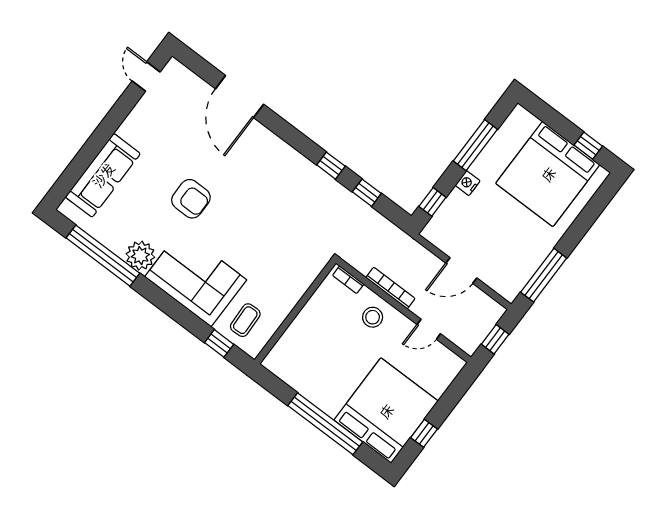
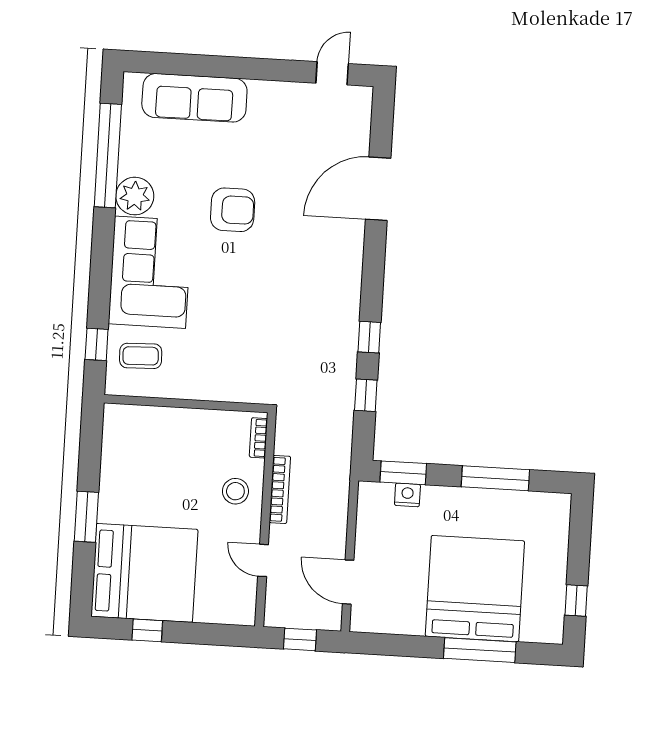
bed: (548, 174) -> (475, 589), moved, turned 90
nightstand: (468, 183) -> (407, 495), moved
armchair: (191, 199) -> (233, 210), turned -90
window: (432, 202) -> (403, 473), width x1.50
door: (461, 270) -> (348, 582), moved
window: (544, 275) -> (480, 650), moved
window: (325, 424) -> (86, 517), width x0.47

